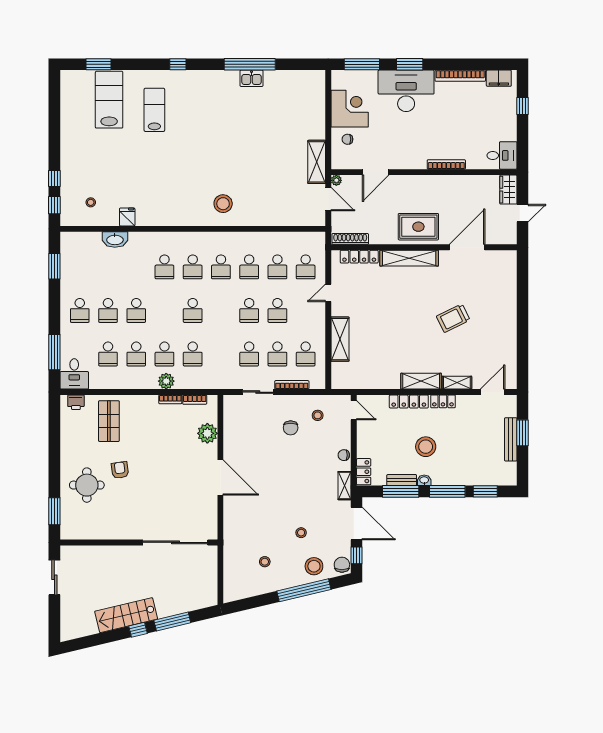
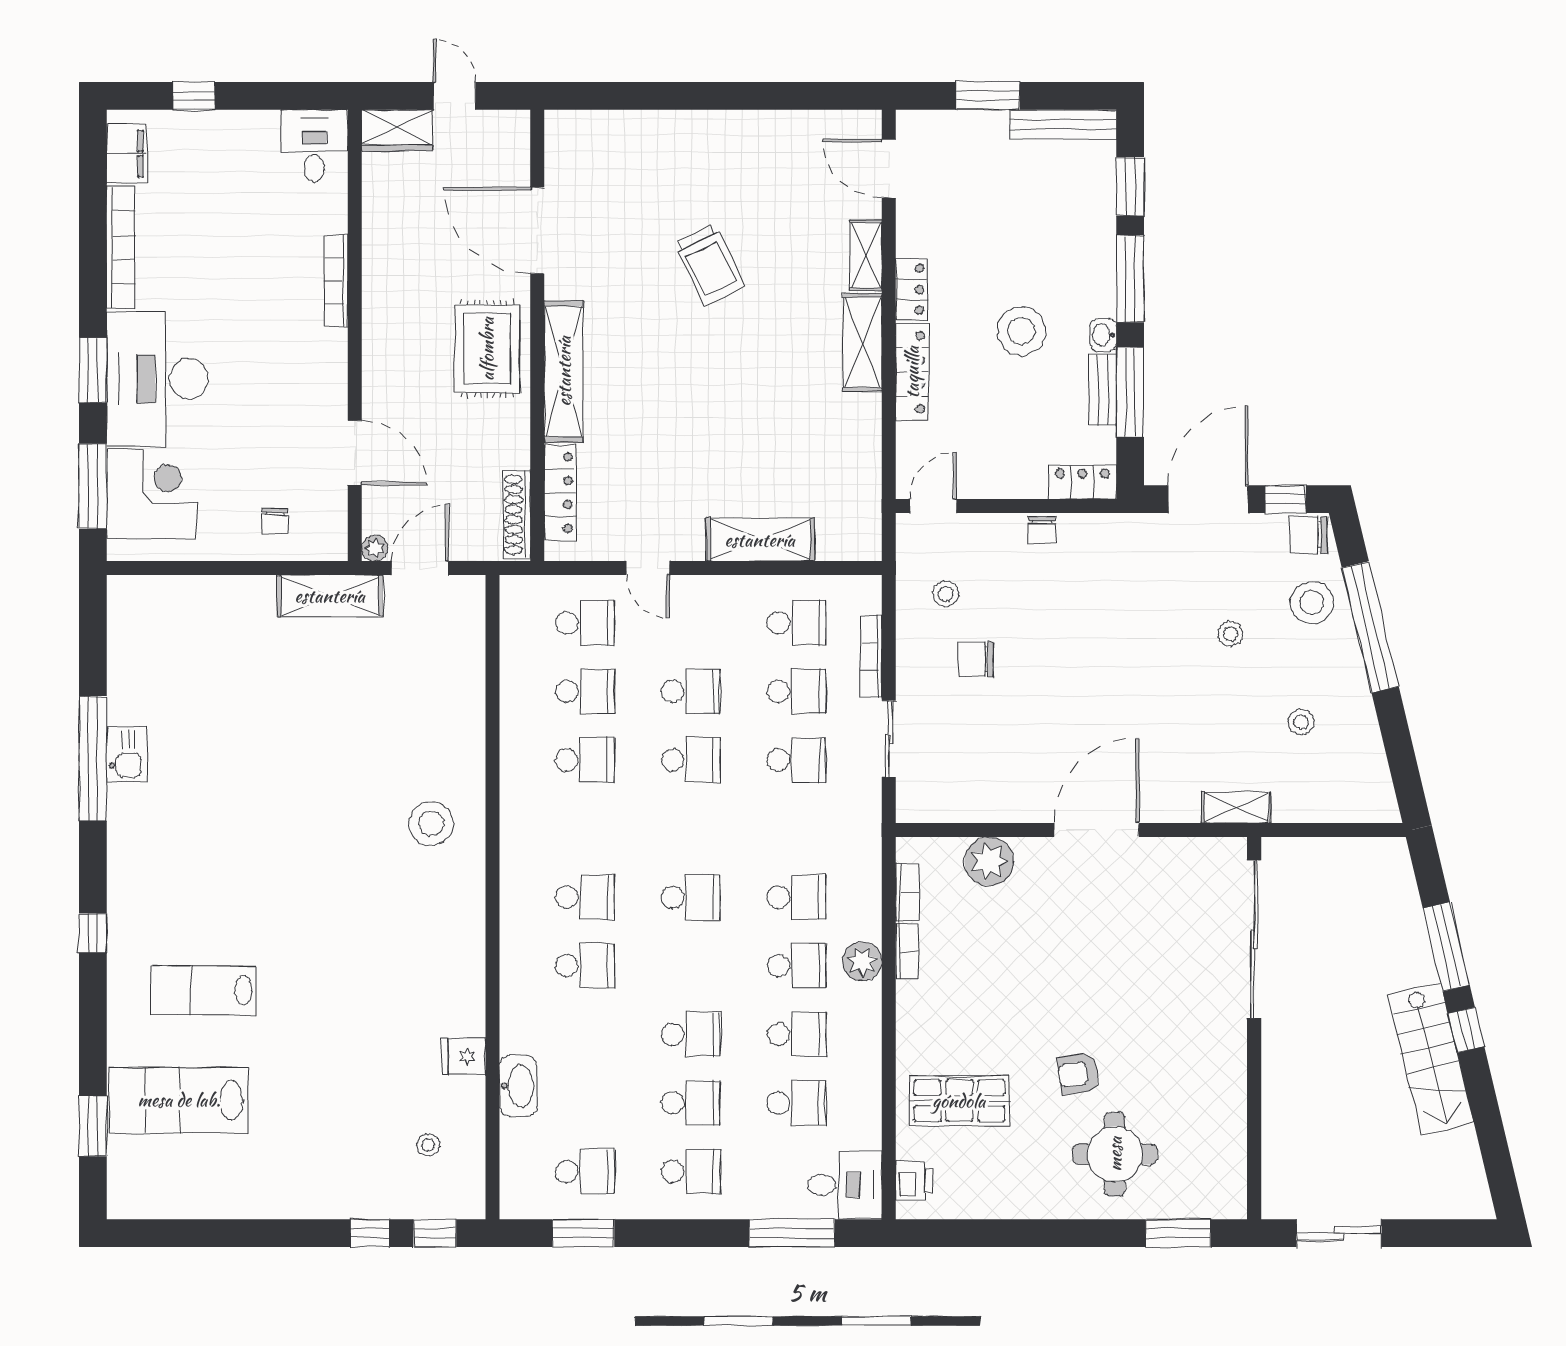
corner desk: (350, 109) -> (152, 494), moved, turned 90
school desk: (221, 267) -> (585, 1171), moved
chair: (291, 428) -> (976, 659), turned 180
bench: (511, 439) -> (1063, 125), moved
shelving: (344, 486) -> (1236, 807), moved

